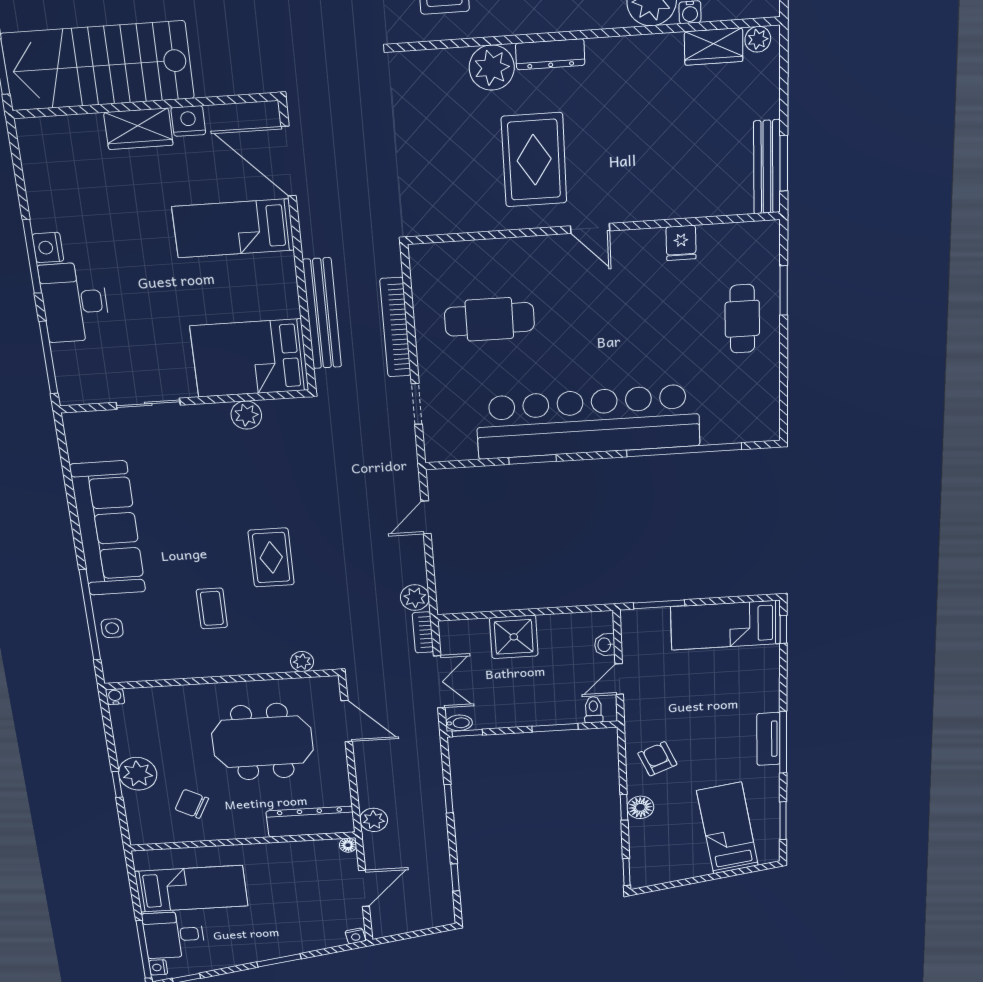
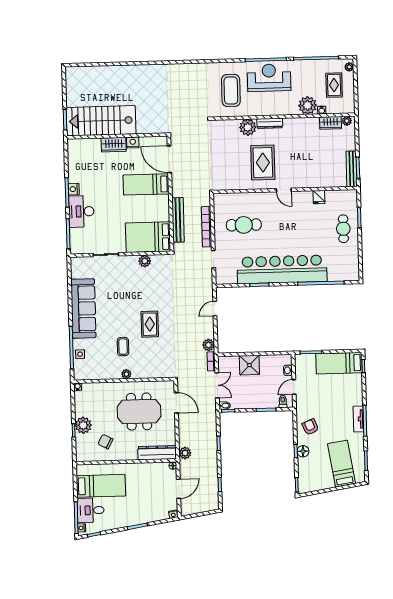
plant: (302, 662) -> (126, 374), moved

